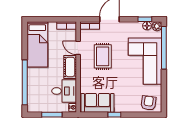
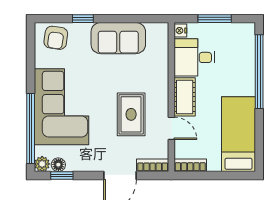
sofa: (97, 103) -> (118, 38), moved
window: (114, 115) -> (83, 19), moved

